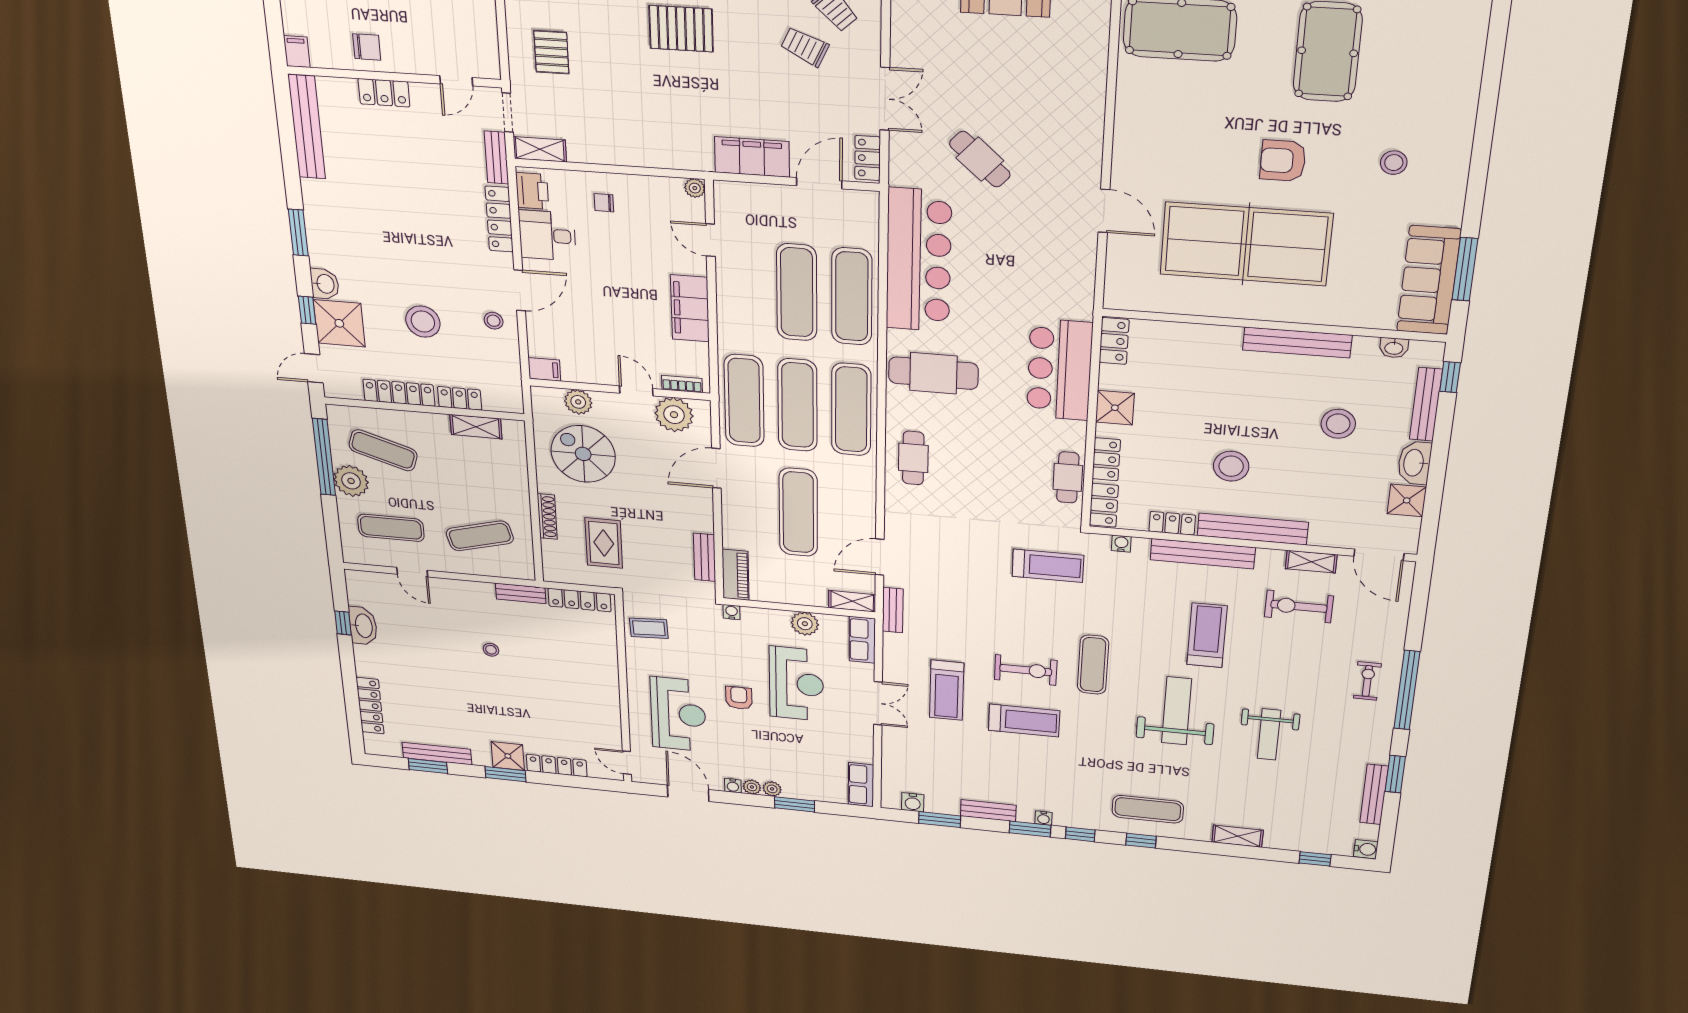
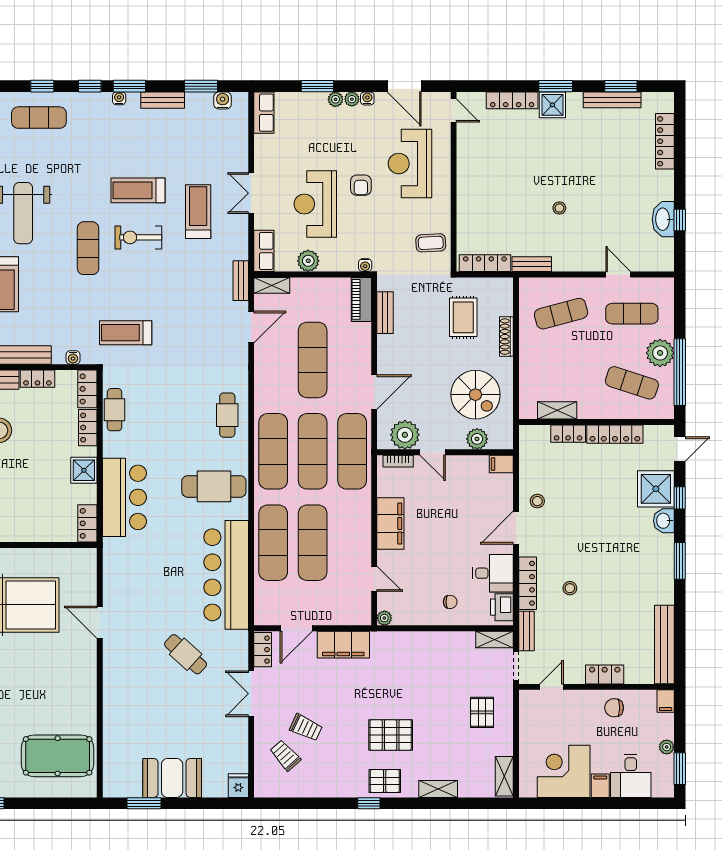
stool: (423, 322) -> (570, 588), moved, width x0.53, depth x0.53

